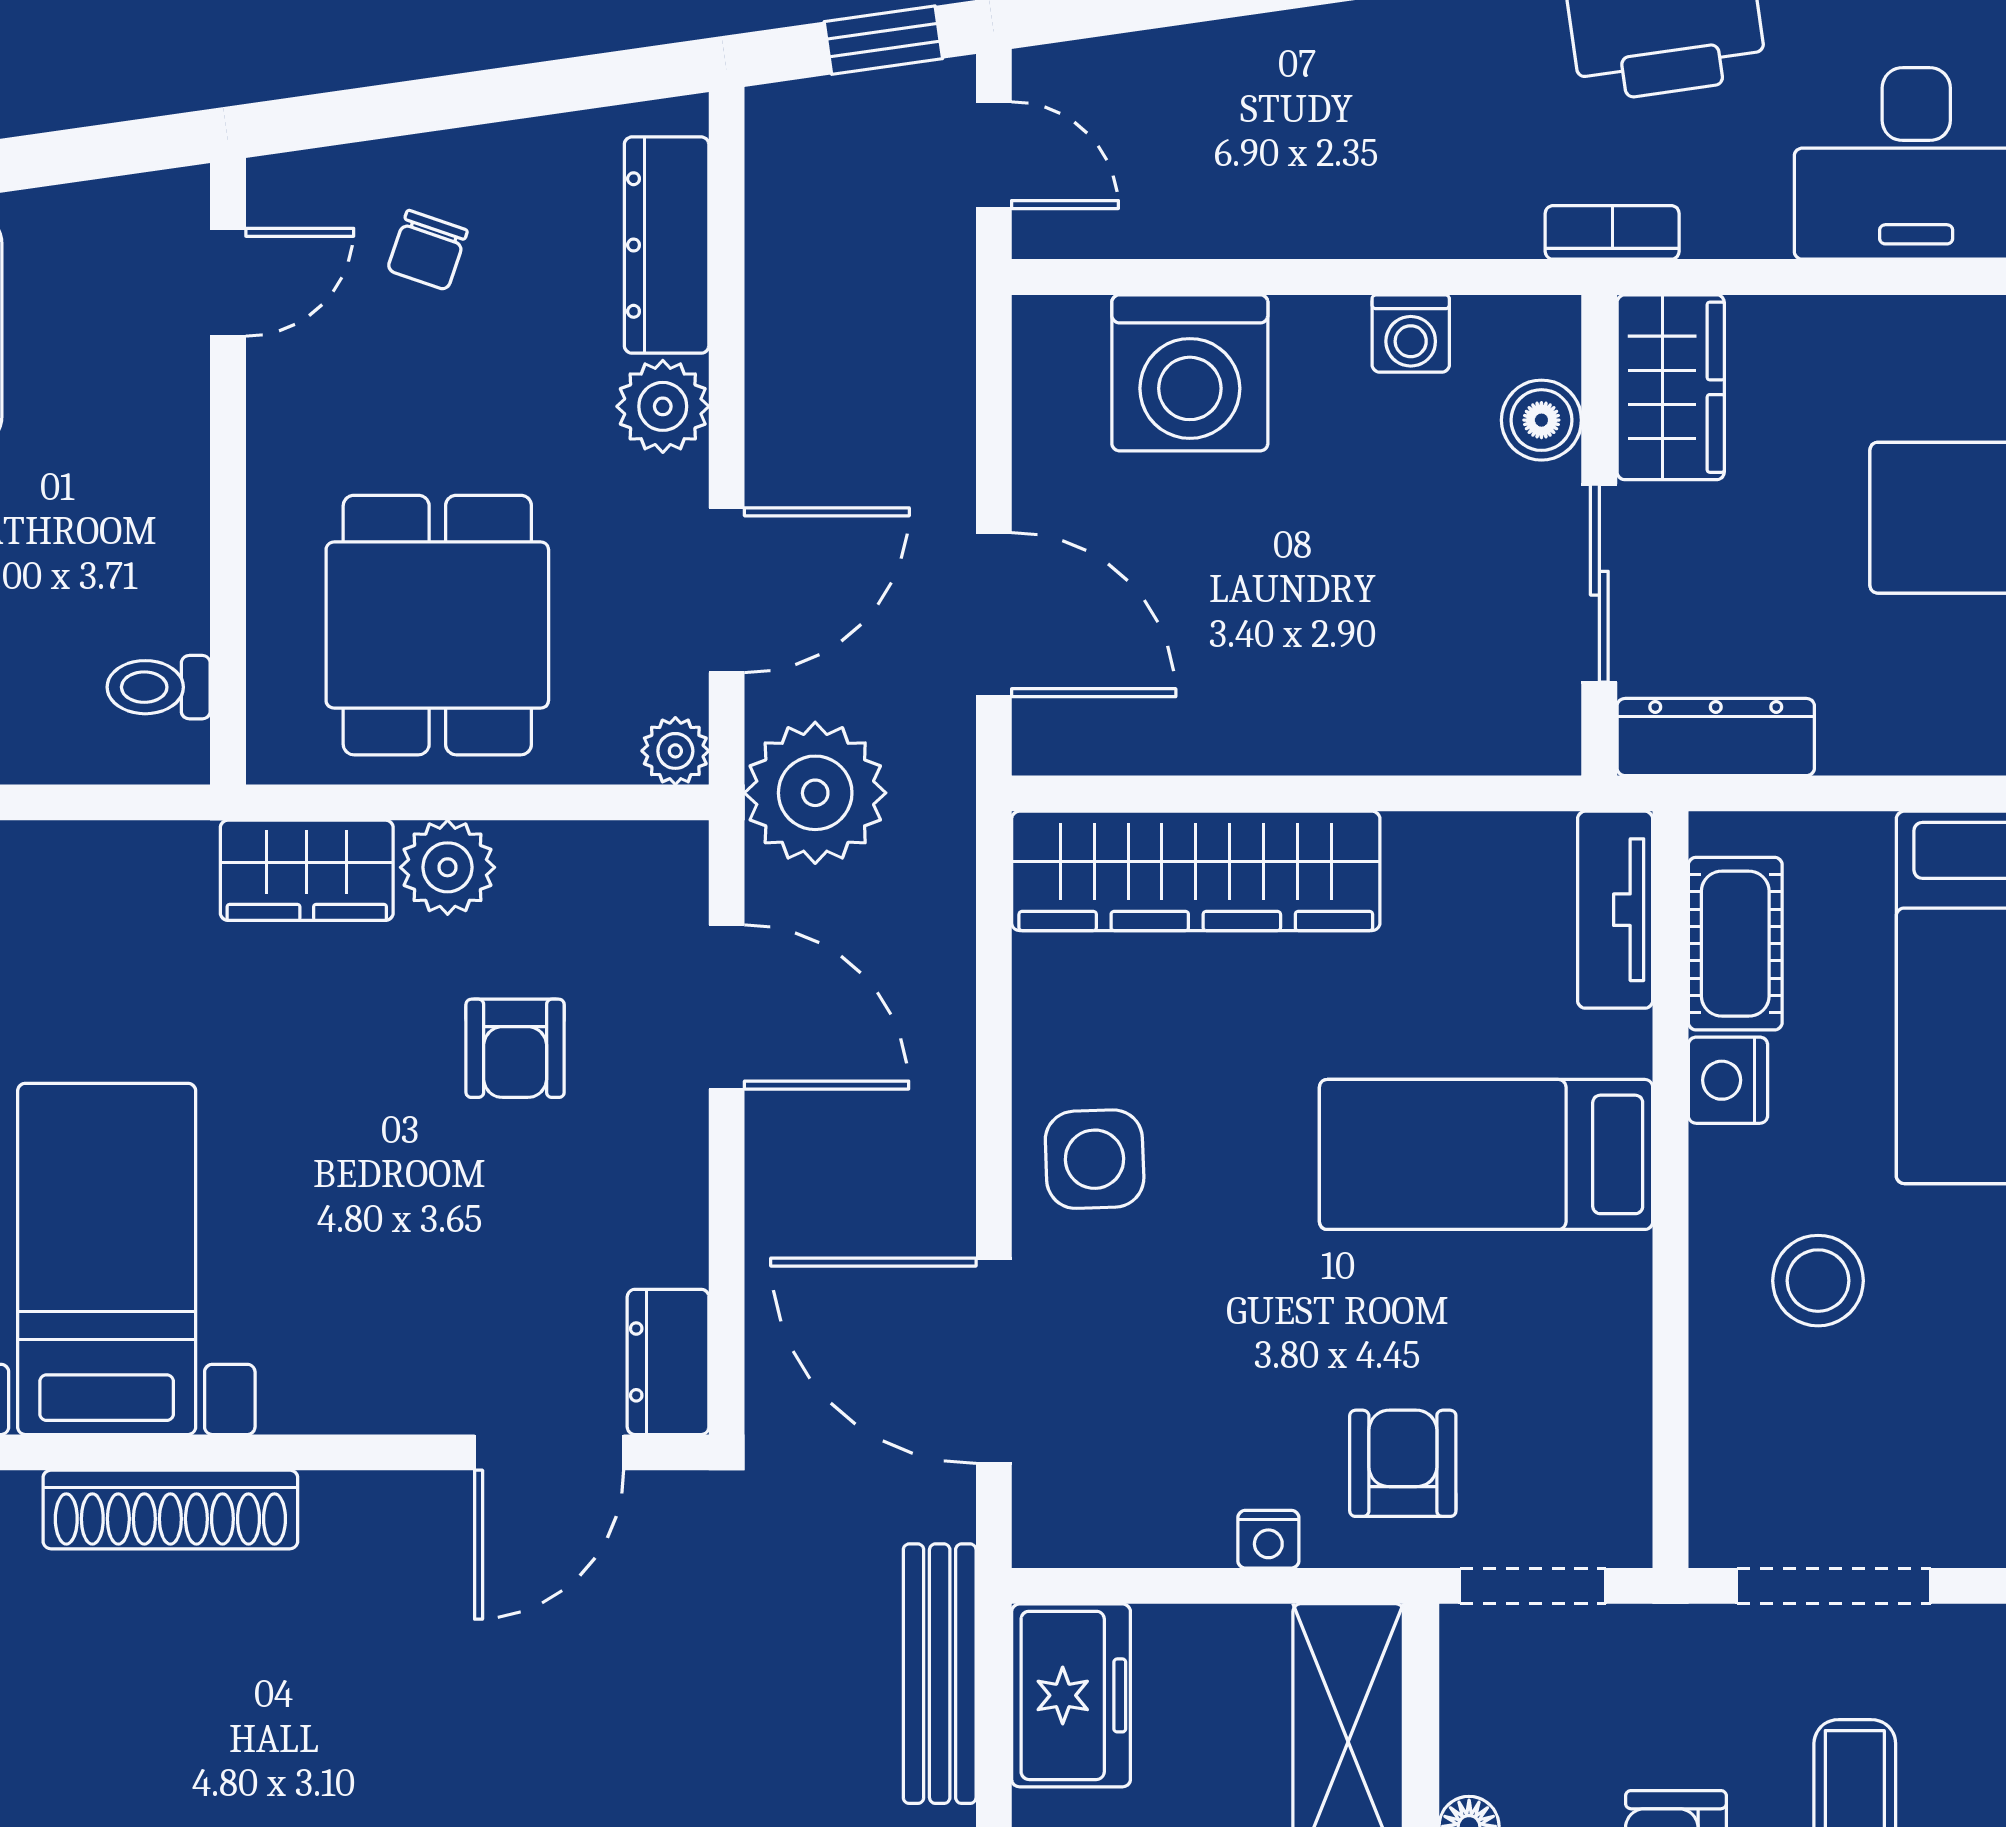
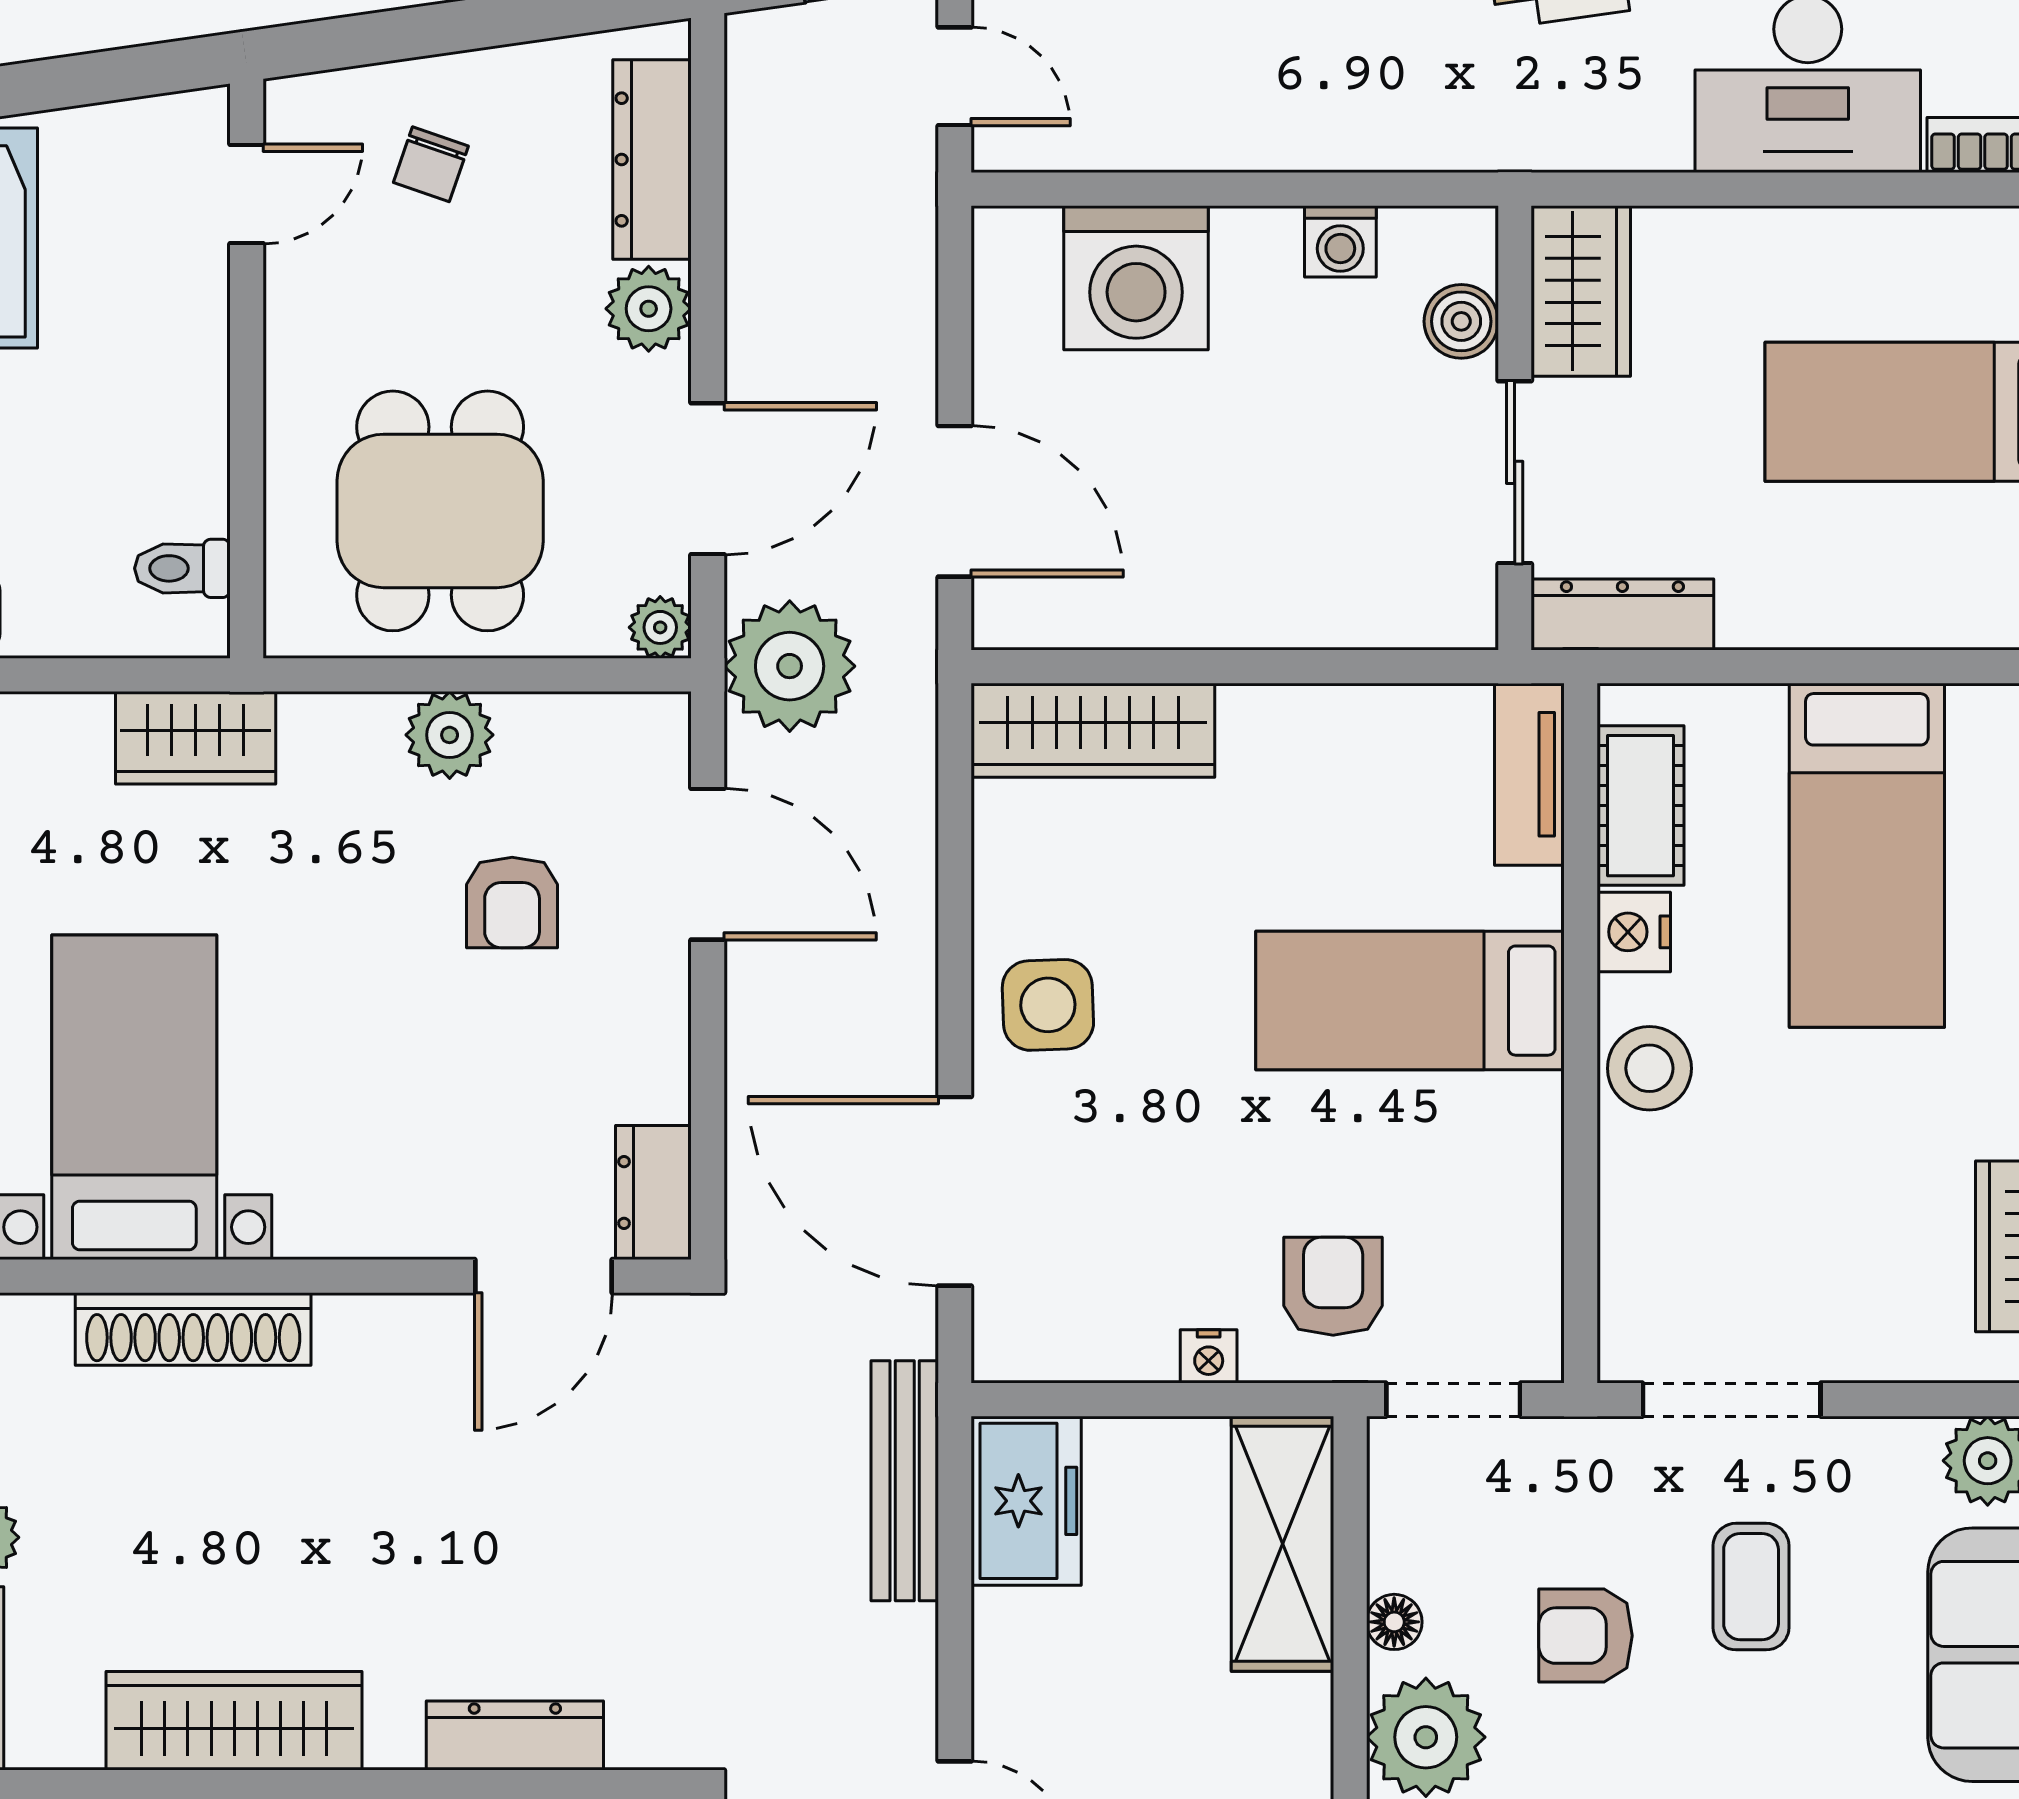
bookcase: (1612, 232) -> (1527, 148), removed
wardrobe: (307, 870) -> (196, 738), moved
wardrobe: (1196, 871) -> (1093, 730), width x0.71, depth x0.85
stool: (1818, 1281) -> (1649, 1068), moved

